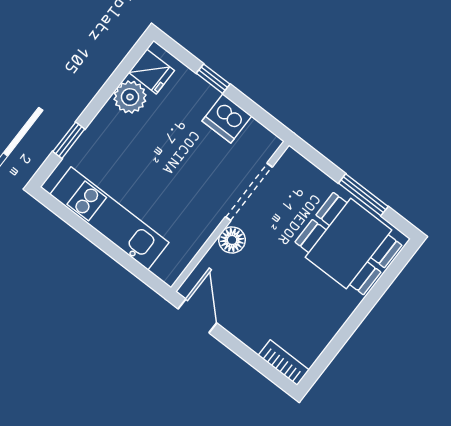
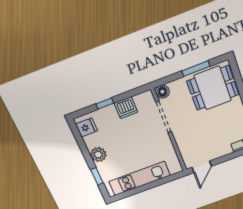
plant: (130, 97) -> (98, 155), moved
floor lamp: (232, 240) -> (162, 92), moved
door: (197, 316) -> (202, 167), swing flipped

